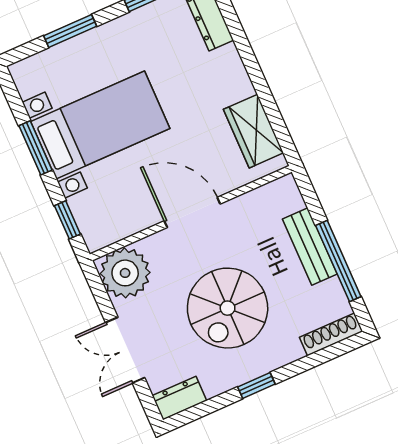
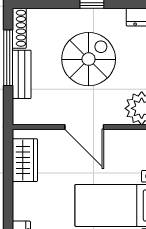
shoe rack: (331, 334) -> (19, 28), moved, turned -90

